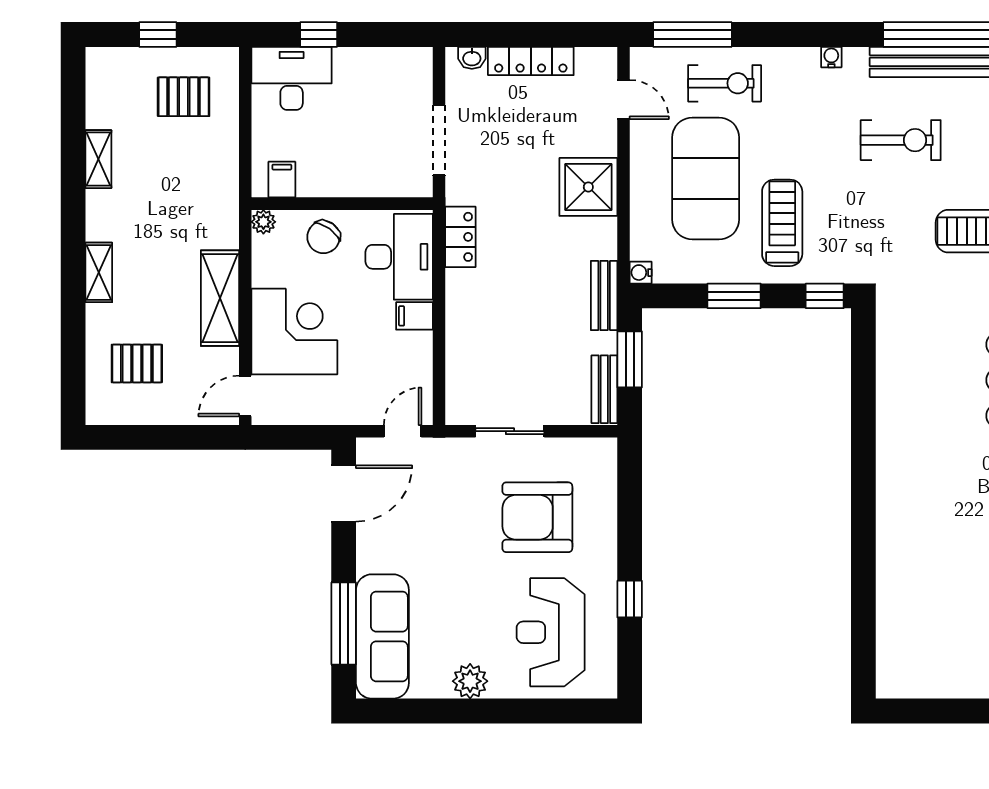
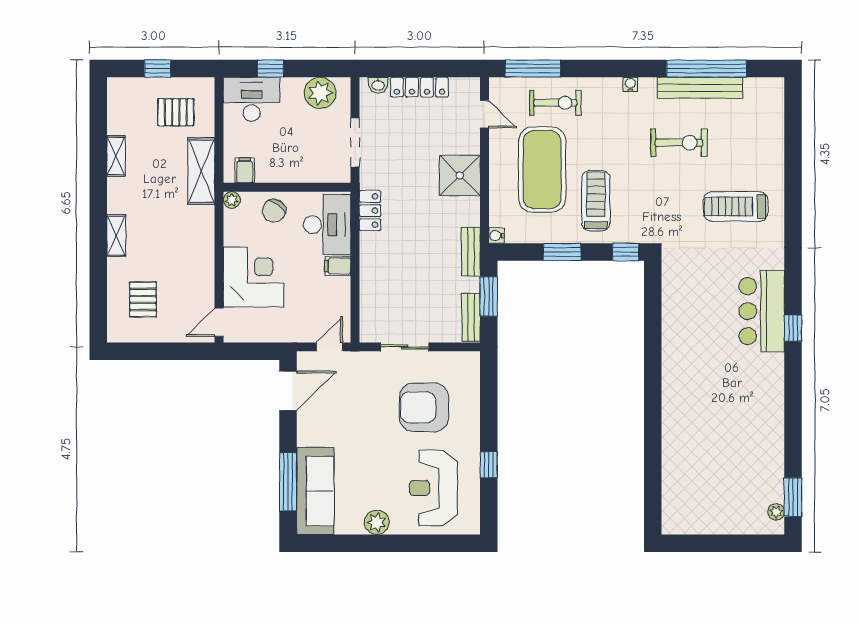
plant: (389, 69) -> (320, 93), added
shelving: (220, 298) -> (201, 171), moved
pallet: (137, 364) -> (143, 299), turned 90

